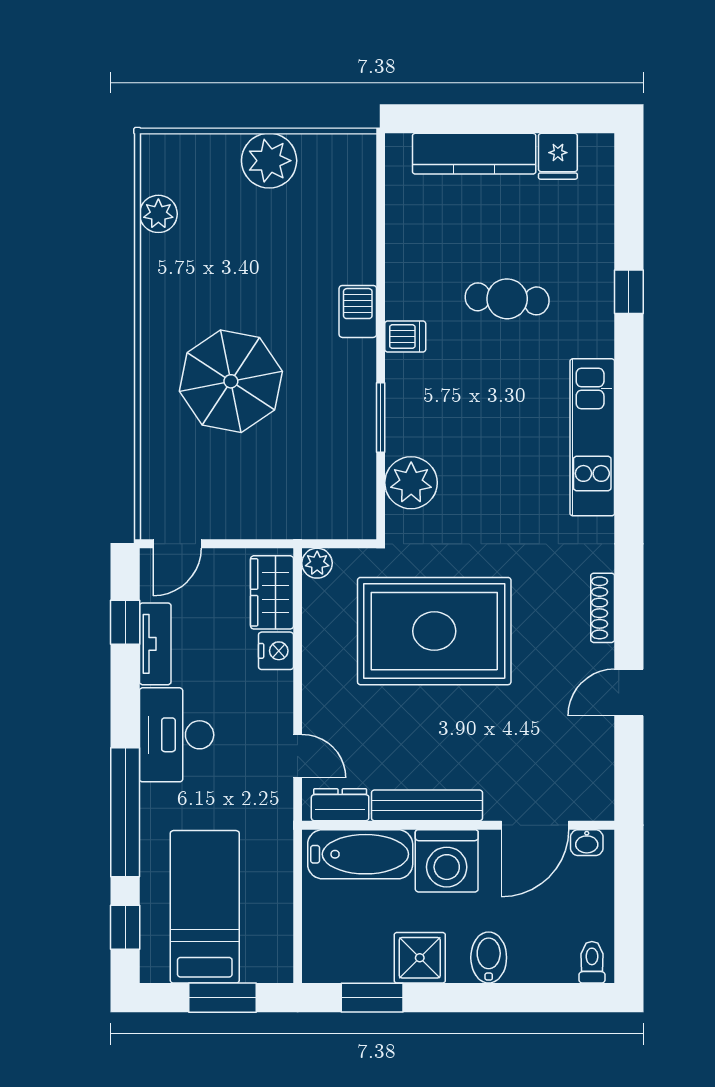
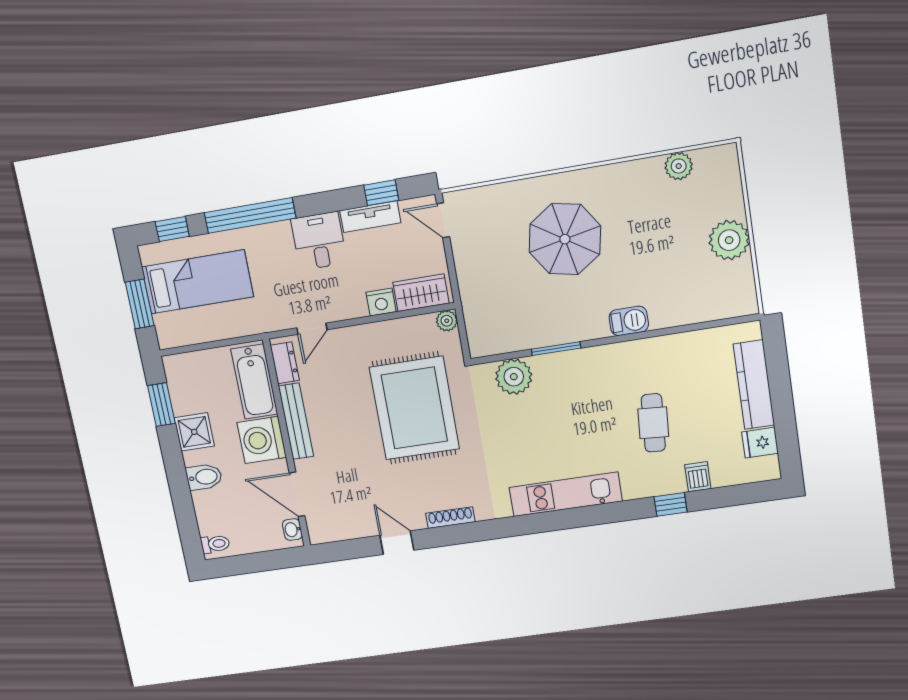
dishwasher: (405, 336) -> (698, 477), moved, turned 180
desk: (177, 735) -> (319, 241), width x0.73

